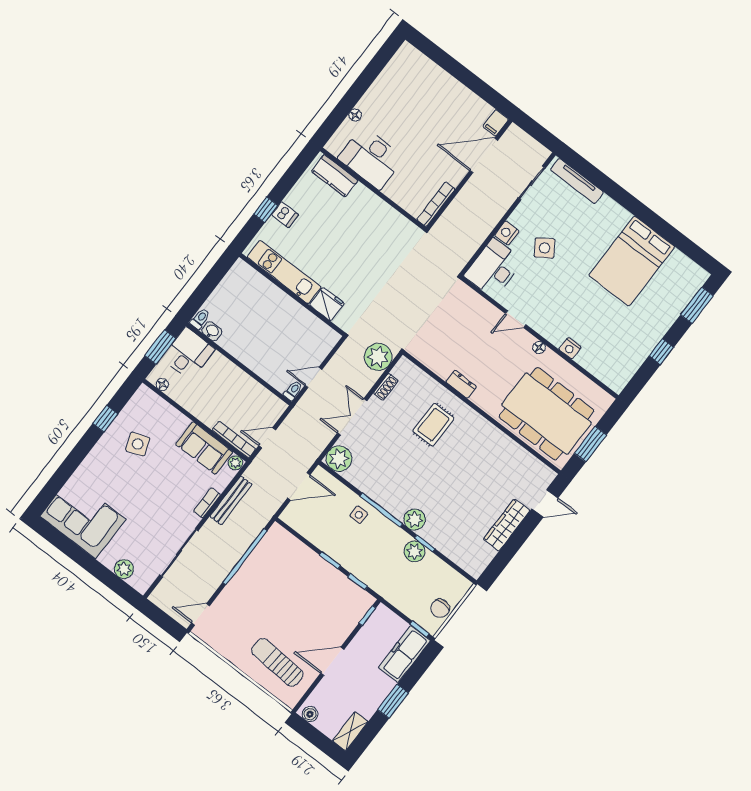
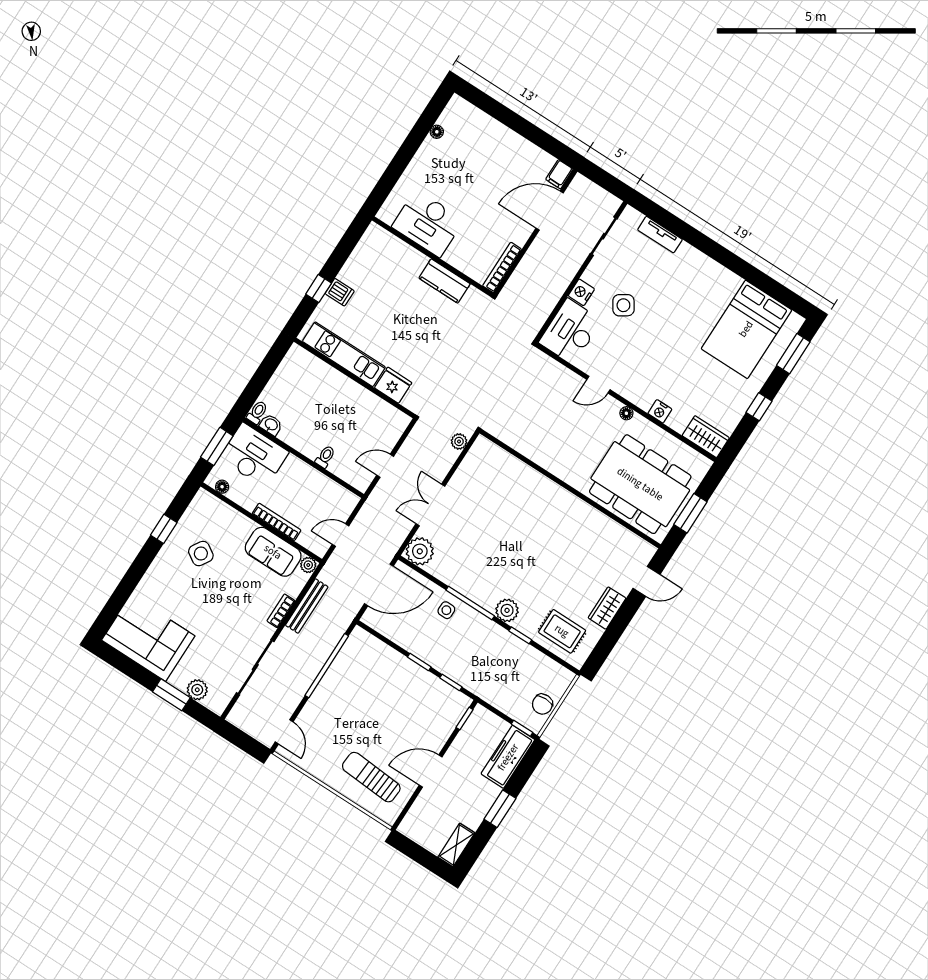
floor lamp: (355, 115) -> (437, 132), moved
kitchen counter: (335, 176) -> (445, 281), moved
tv unit: (577, 181) -> (660, 235), width x0.71
bed: (632, 261) -> (746, 329), moved
desk: (188, 354) -> (254, 455), width x1.37
plant: (378, 357) -> (459, 441), width x0.53, depth x0.53
wardrobe: (610, 375) -> (706, 437), added
dresser: (461, 384) -> (545, 460), removed
shoe rack: (386, 387) -> (464, 470), removed
toilet: (293, 391) -> (325, 457), moved
rug: (433, 425) -> (562, 631), moved, turned 90
bookcase: (234, 440) -> (277, 522), moved
side table: (138, 444) -> (201, 554), turned -38
door: (299, 486) -> (379, 585), width x1.36
wardrobe: (507, 525) -> (607, 608), width x0.67
plant: (414, 551) -> (510, 645), removed
window: (100, 572) -> (171, 695), added
door: (201, 614) -> (284, 732), swing flipped
boiler: (310, 714) -> (411, 830), removed

